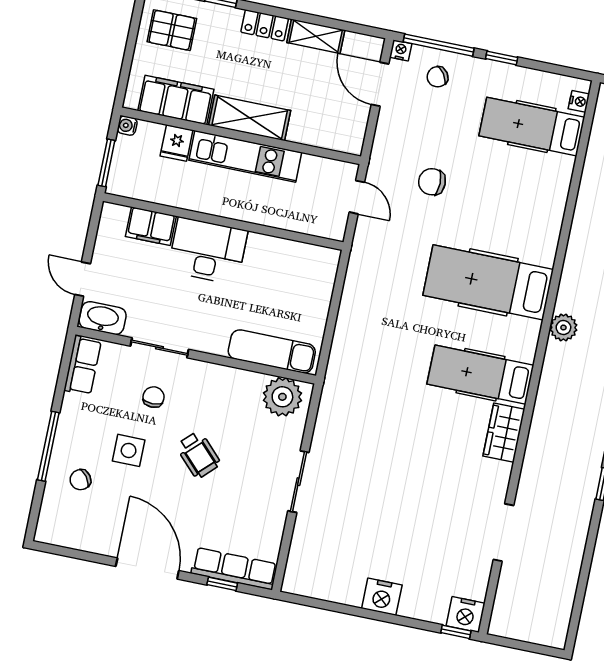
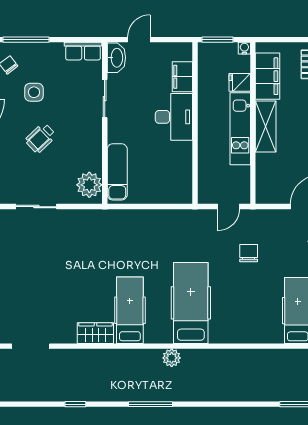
chair: (154, 397) -> (72, 101), removed

